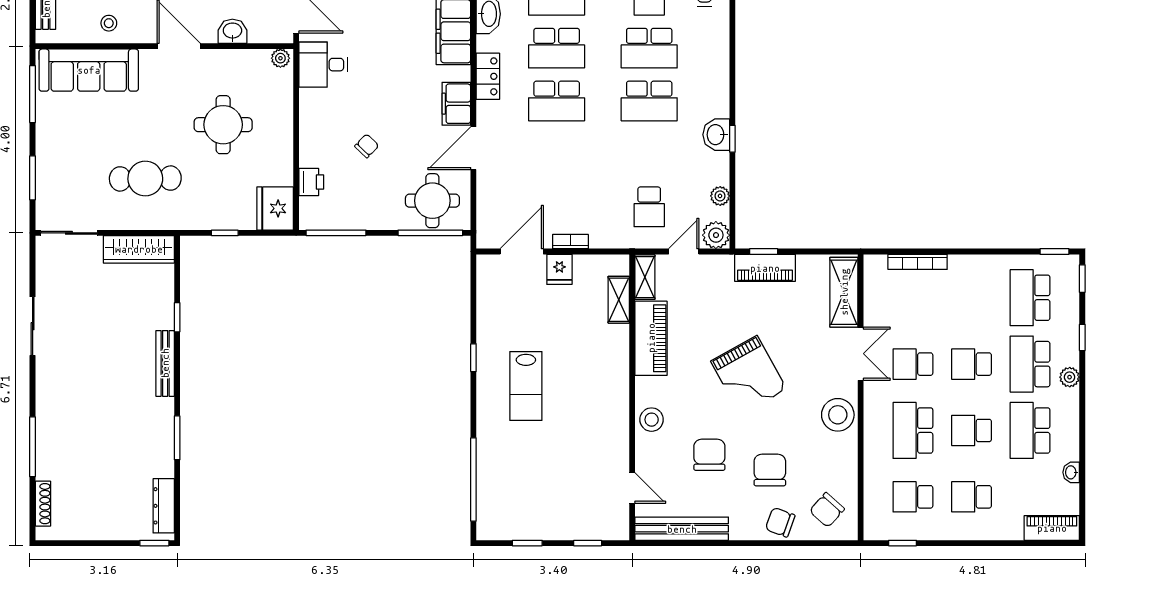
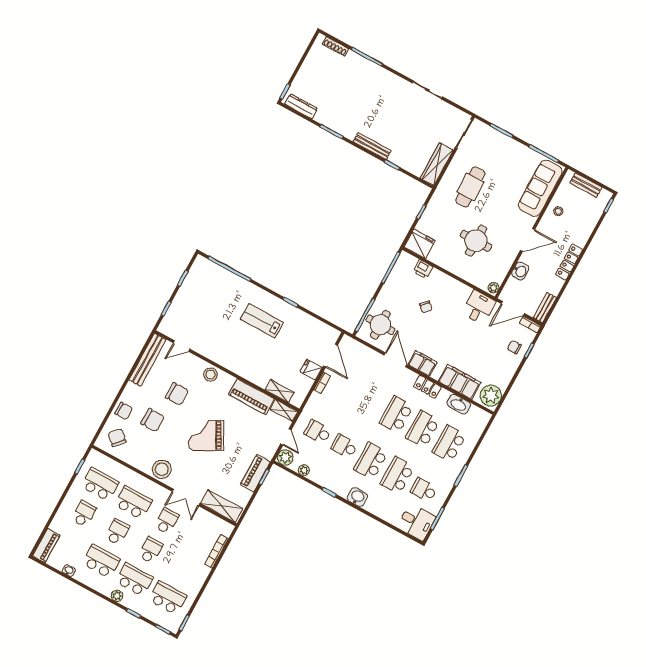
washbasin: (716, 135) -> (357, 497), moved
school desk: (649, 154) -> (344, 446), added
school desk: (913, 497) -> (100, 484), width x1.85
chair: (780, 522) -> (124, 411), turned 70

